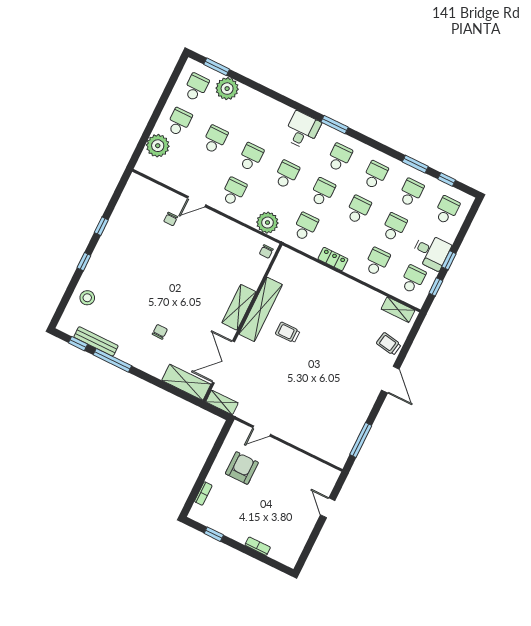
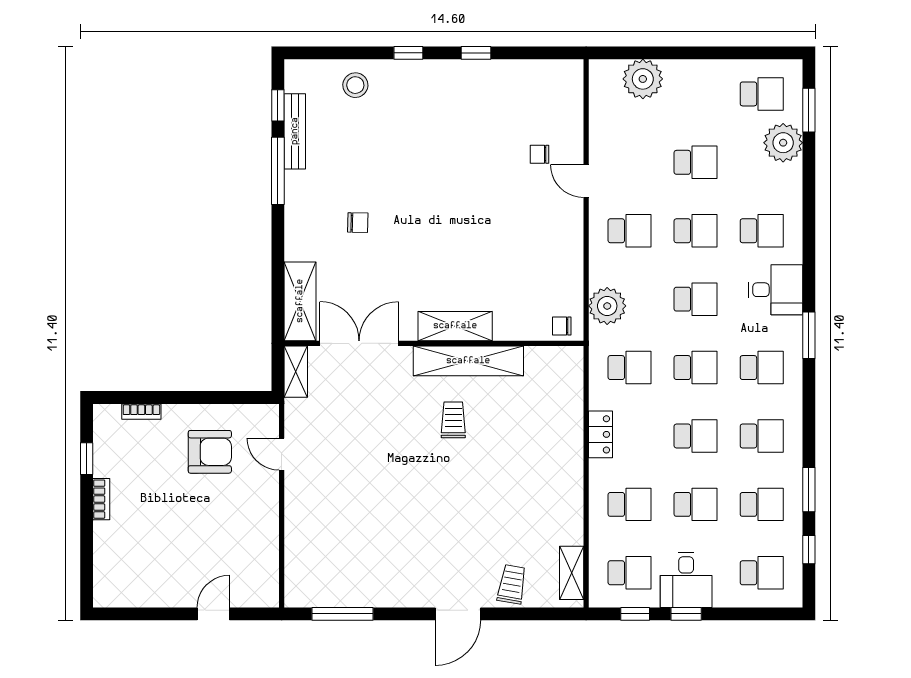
school desk: (179, 122) -> (762, 231), moved
bookcase: (258, 546) -> (101, 499), moved

